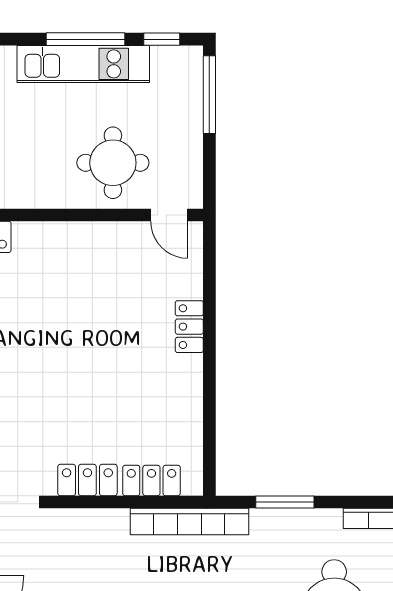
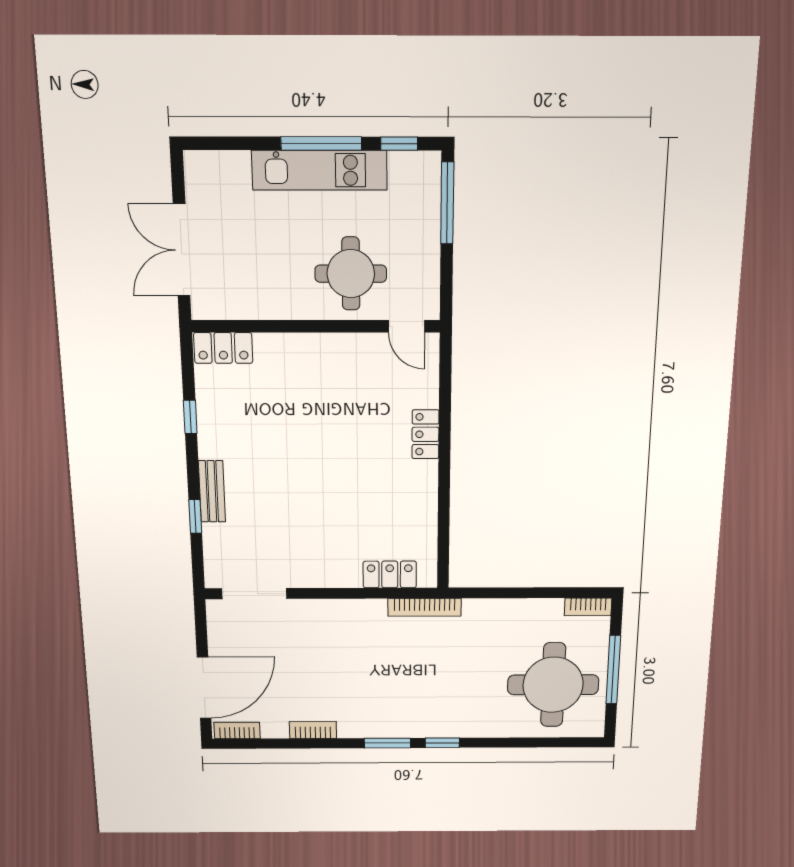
locker: (87, 480) -> (331, 574), removed
window: (285, 502) -> (512, 593), removed
bookcase: (189, 522) -> (424, 607), width x0.68, depth x0.76

